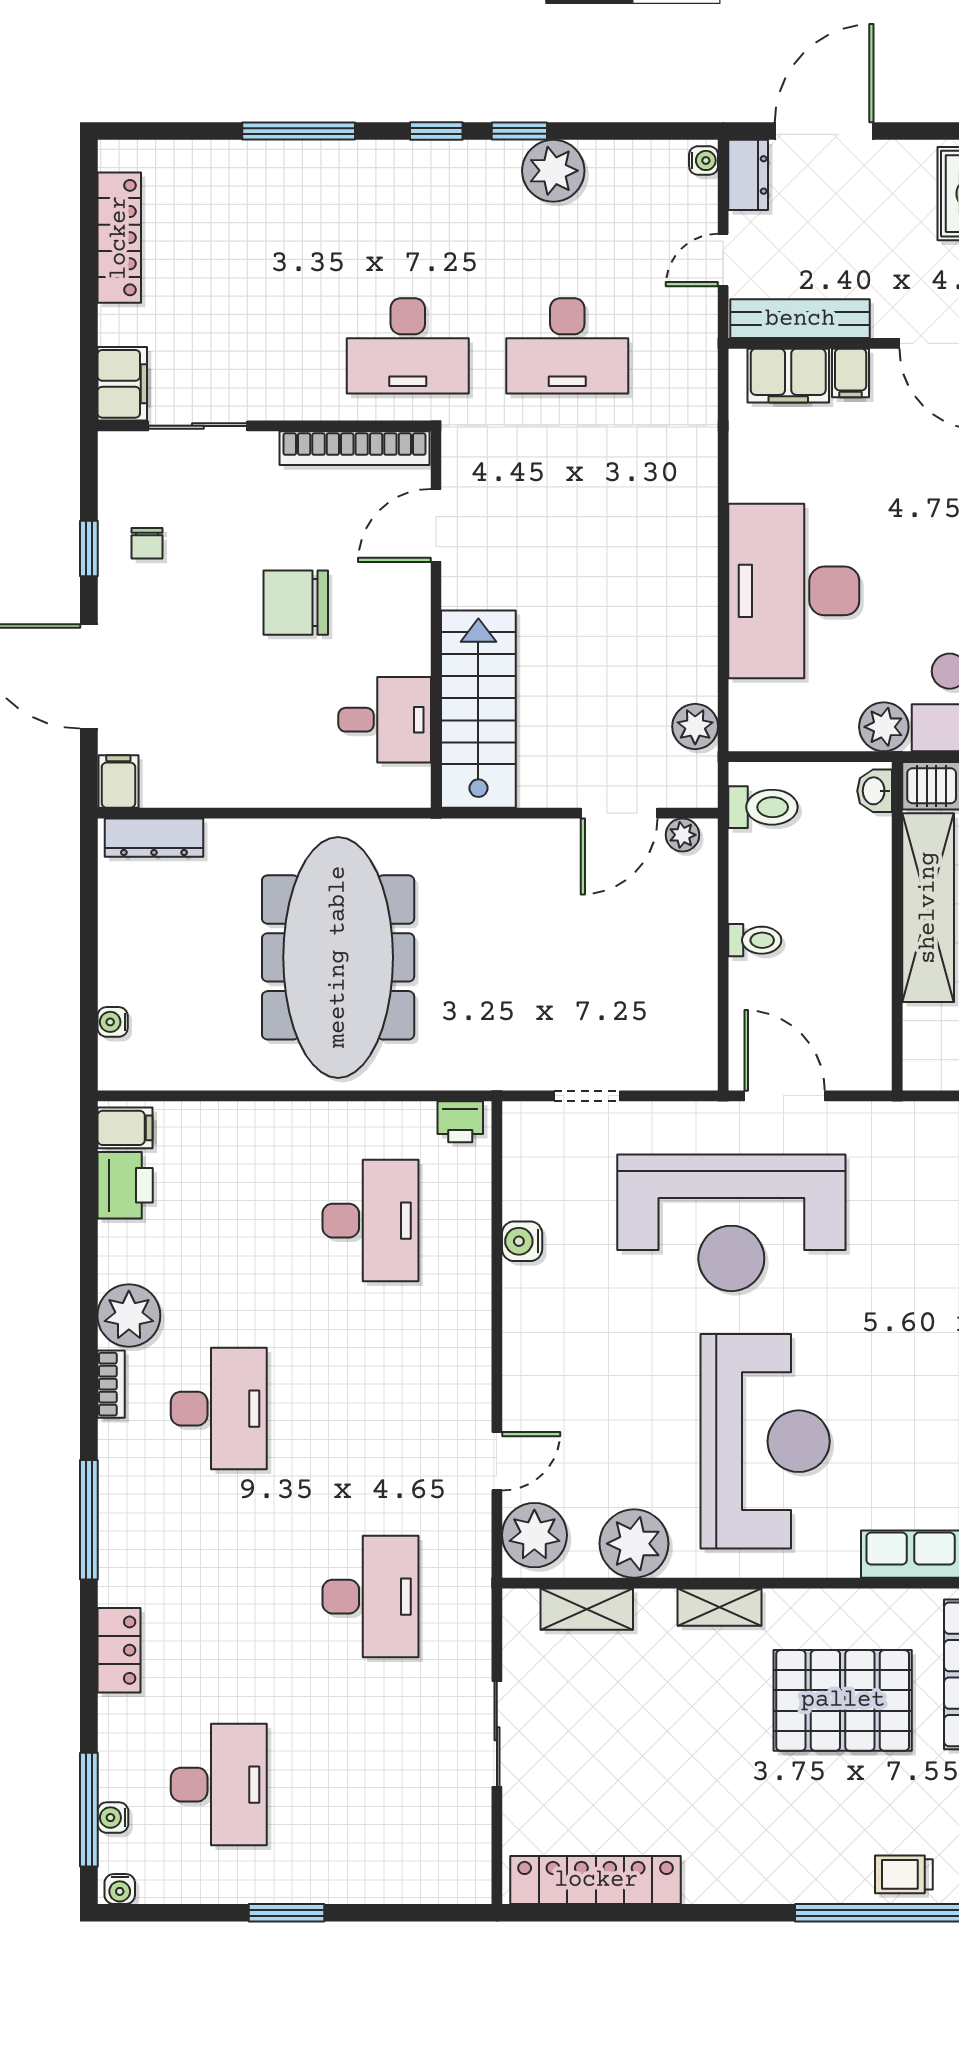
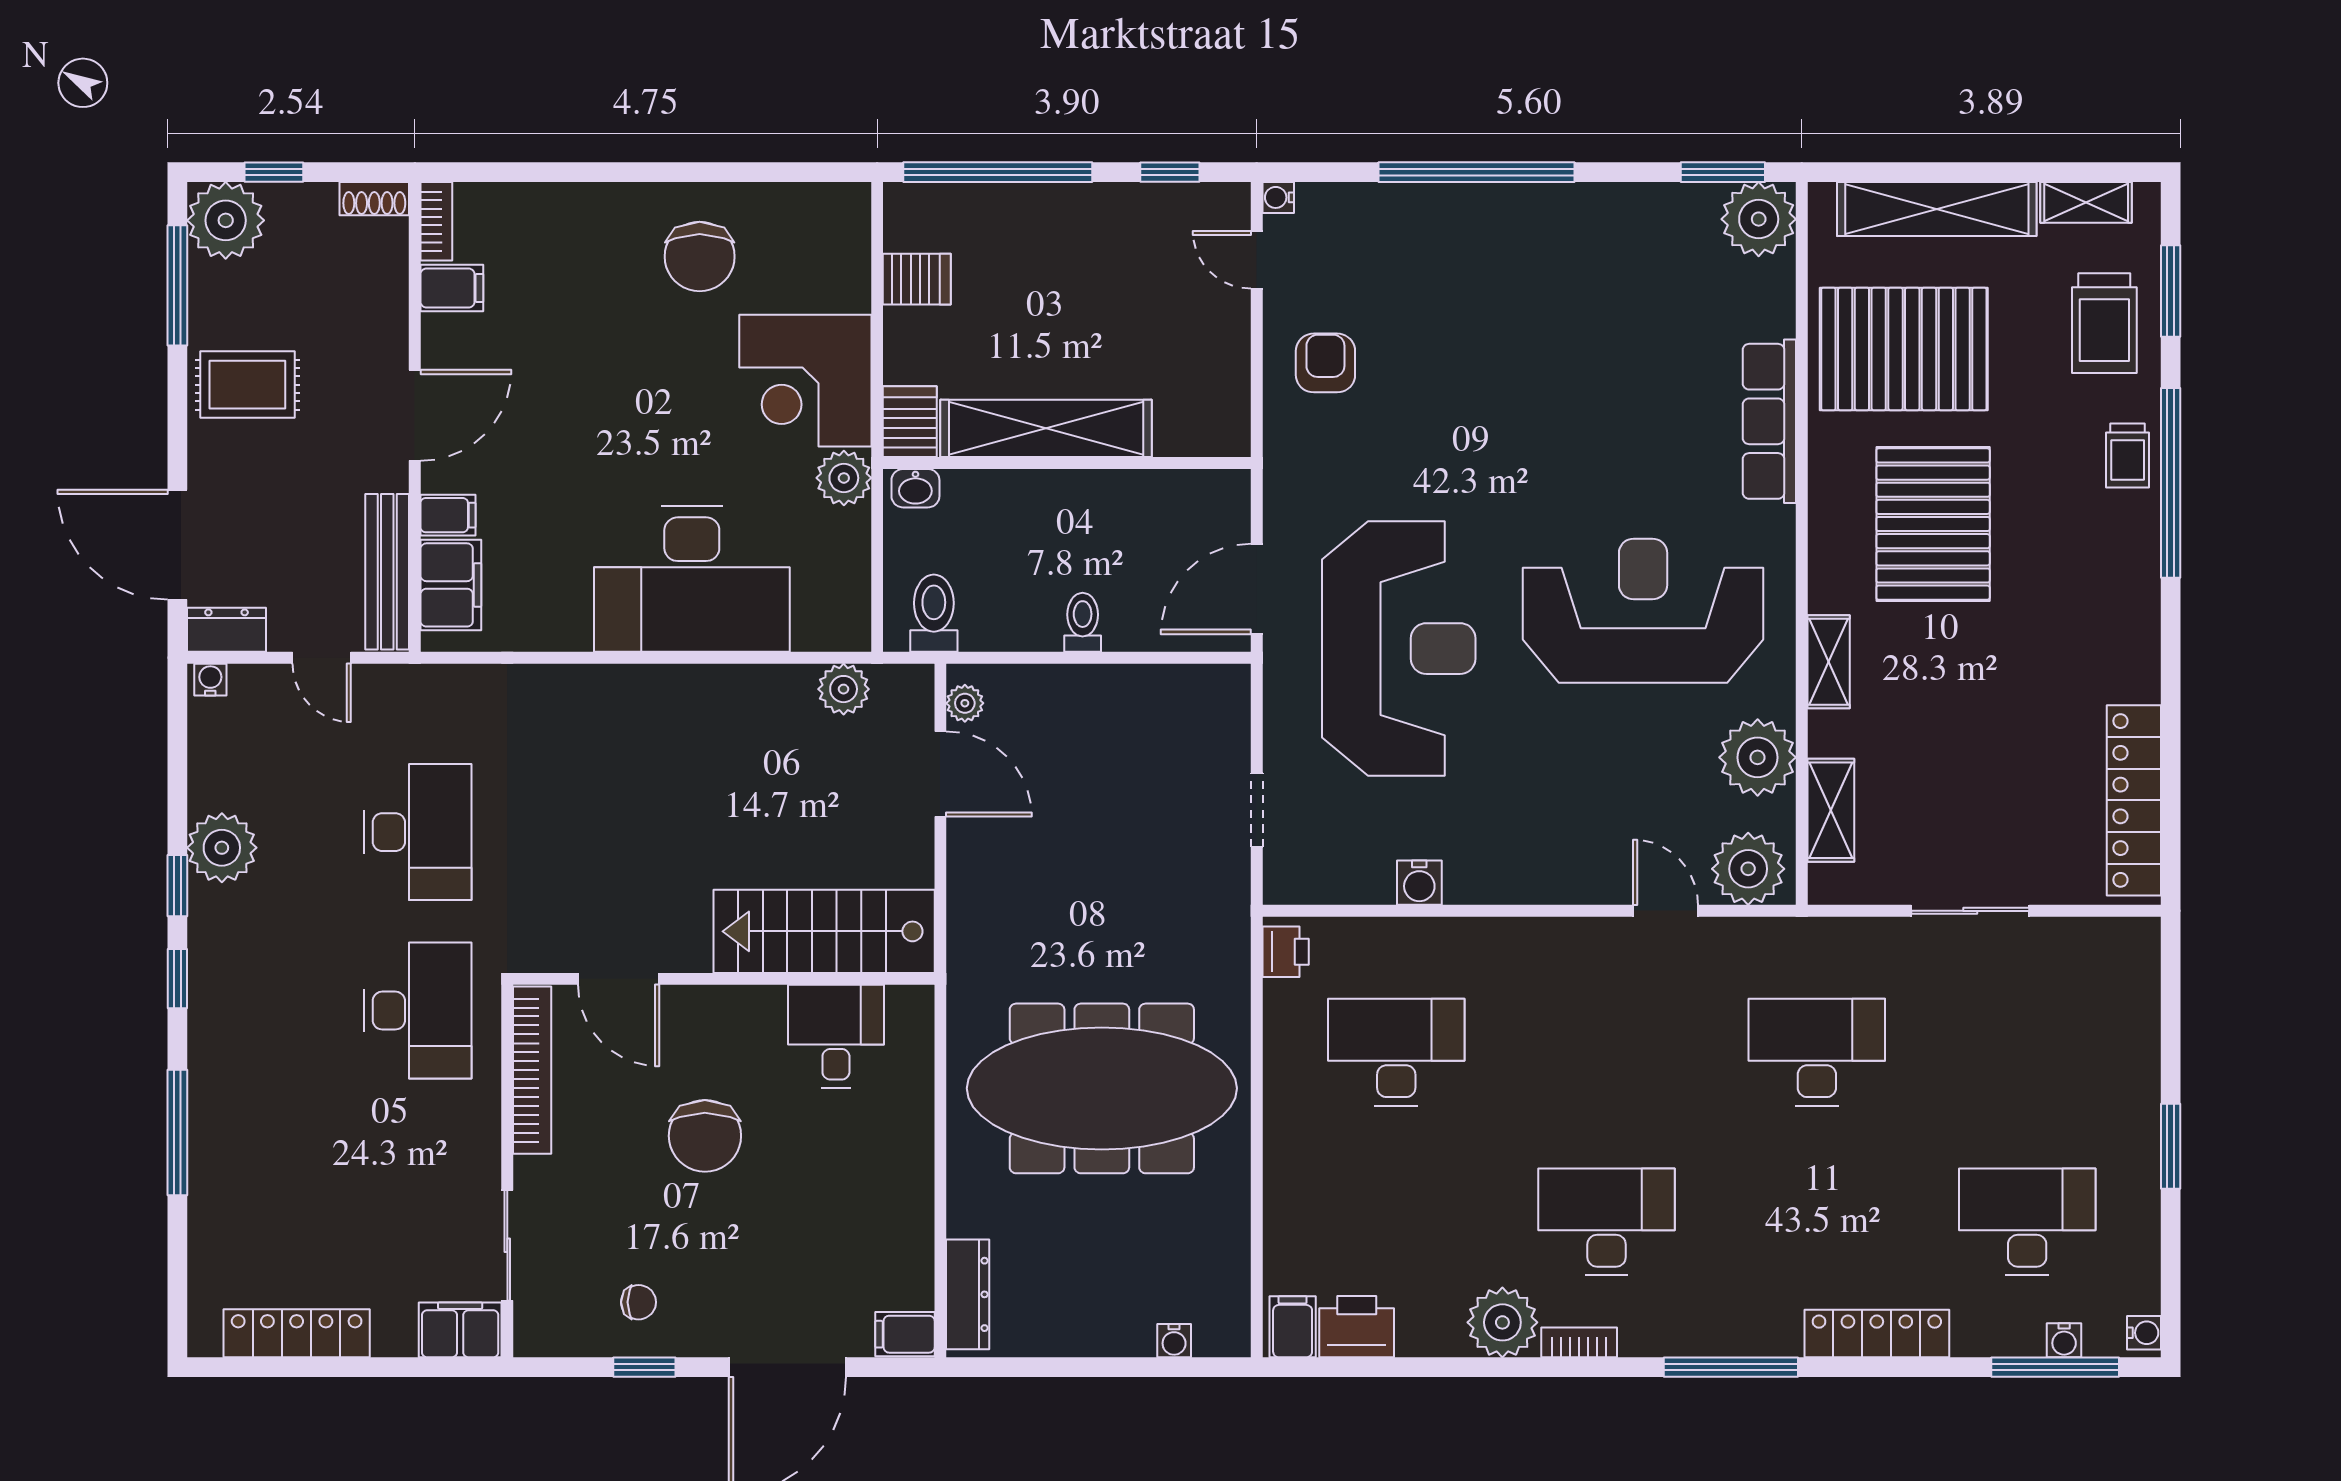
locker: (119, 1650) -> (1877, 1334), width x1.53

